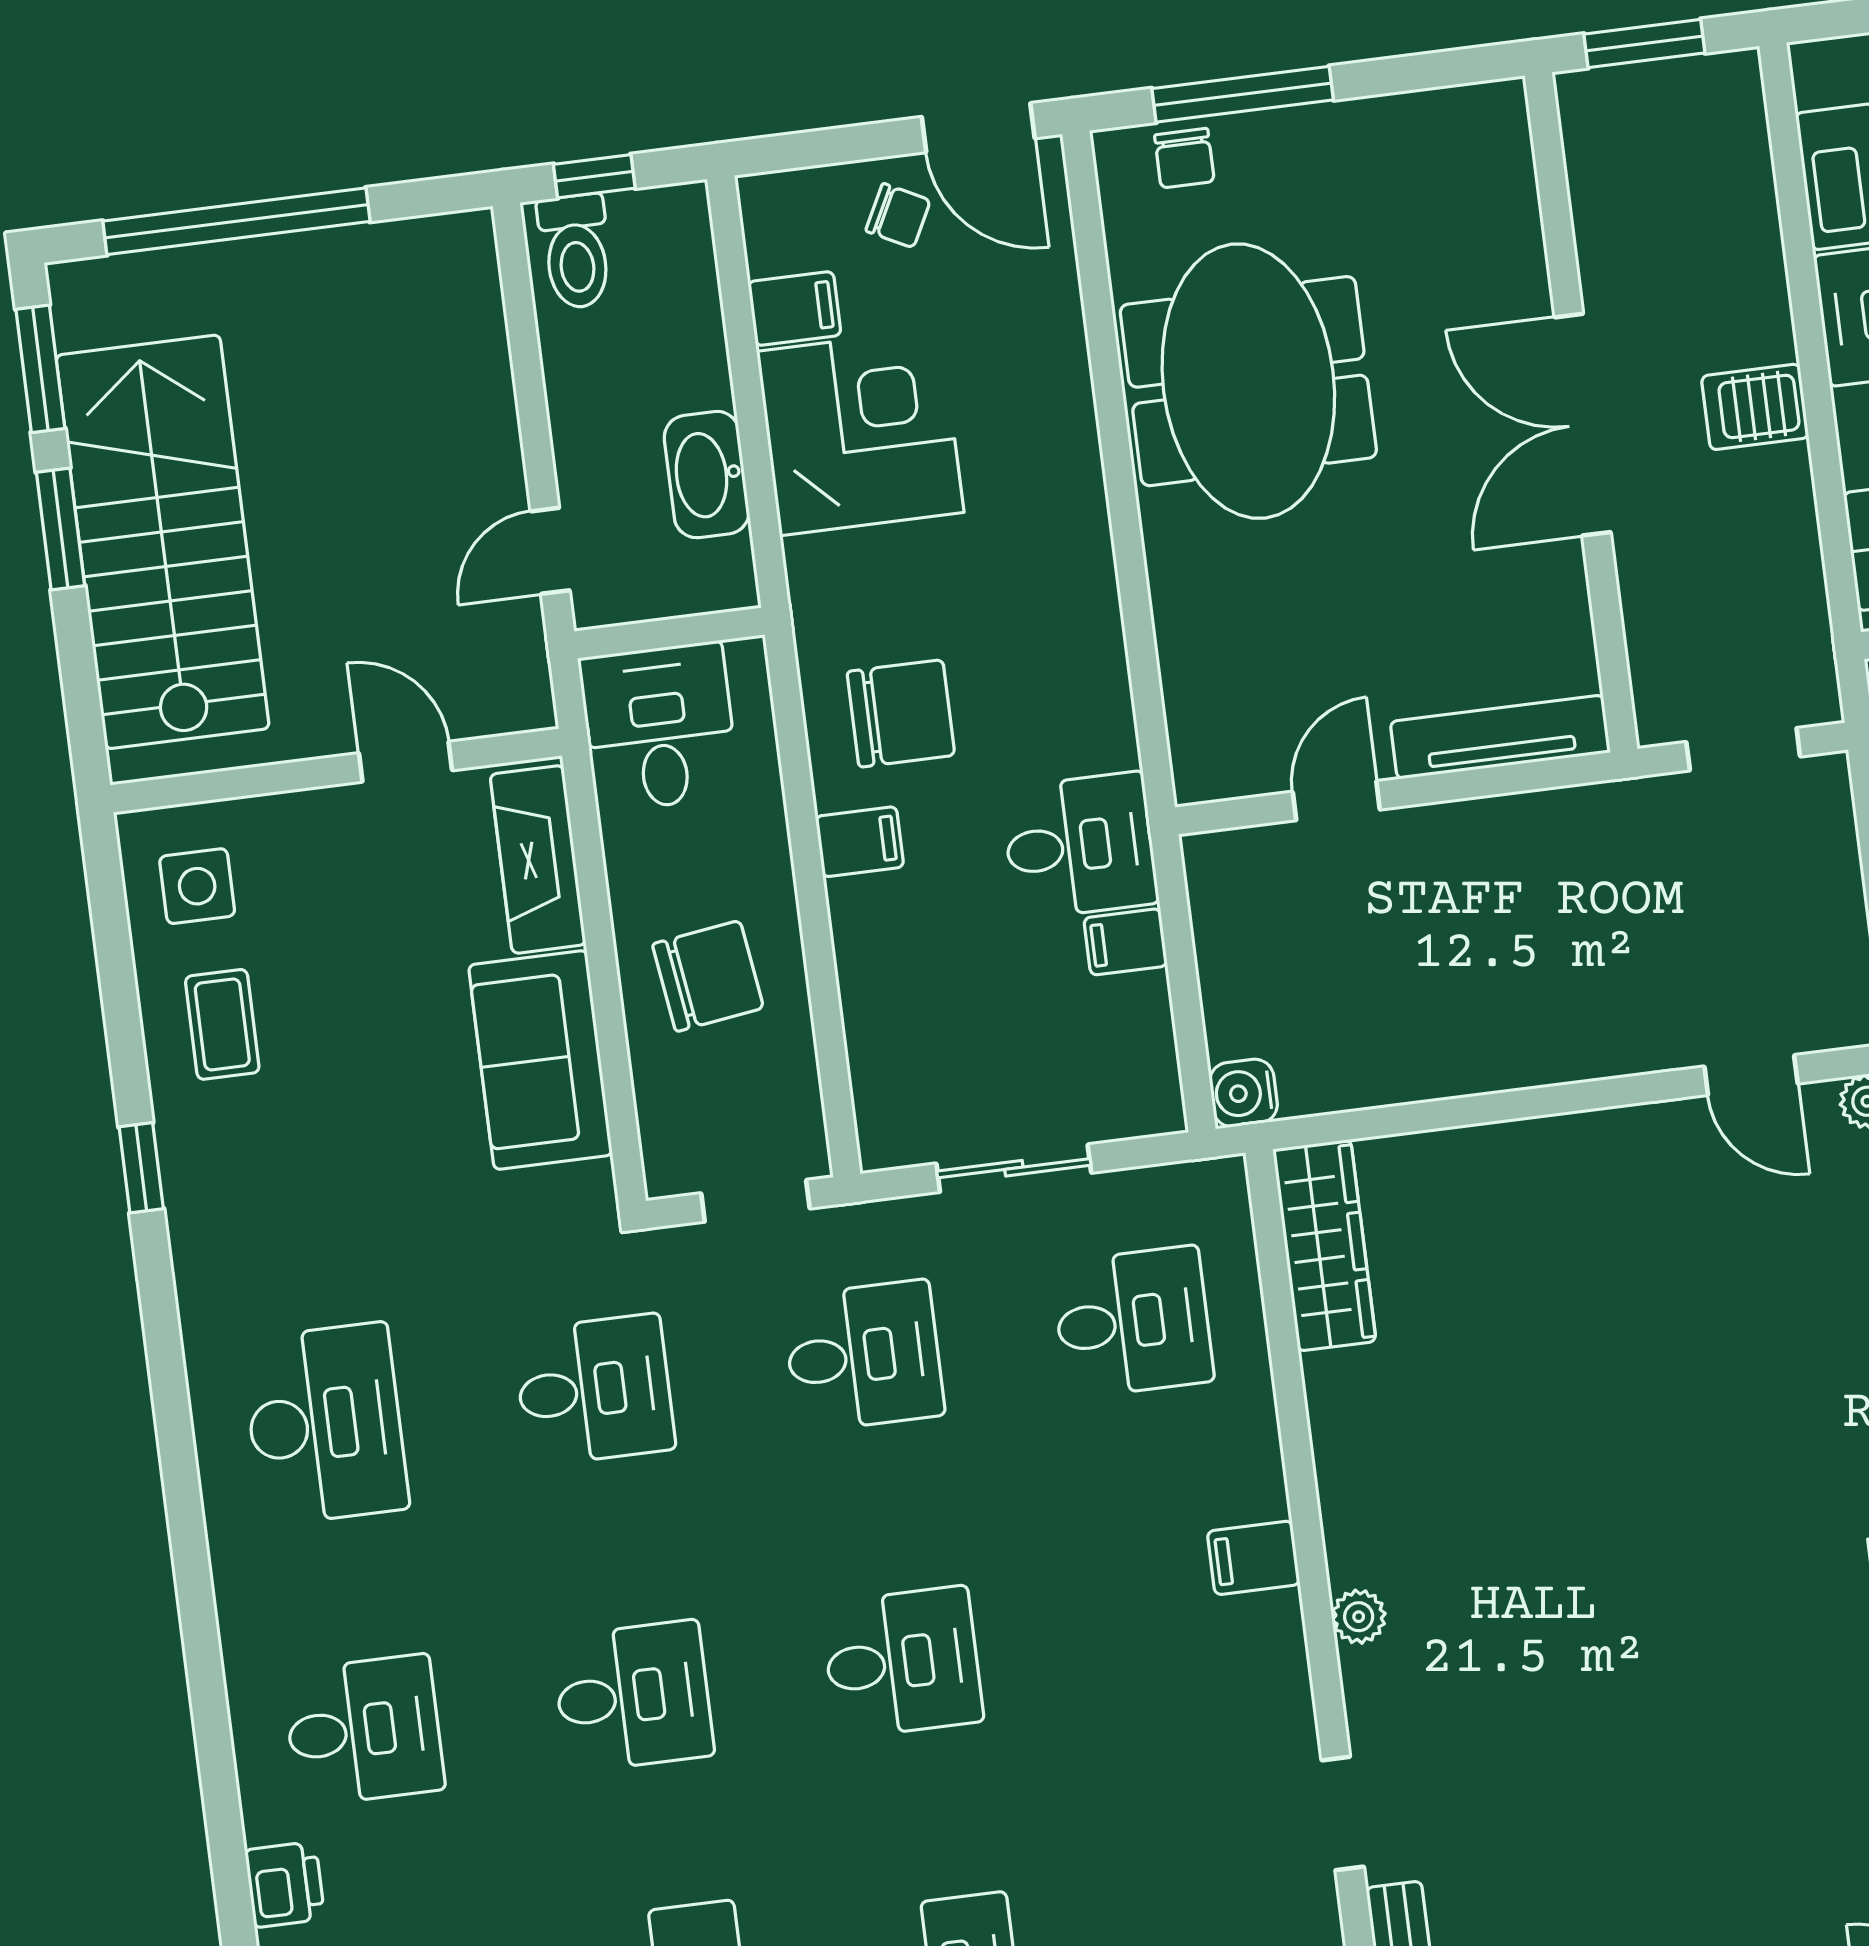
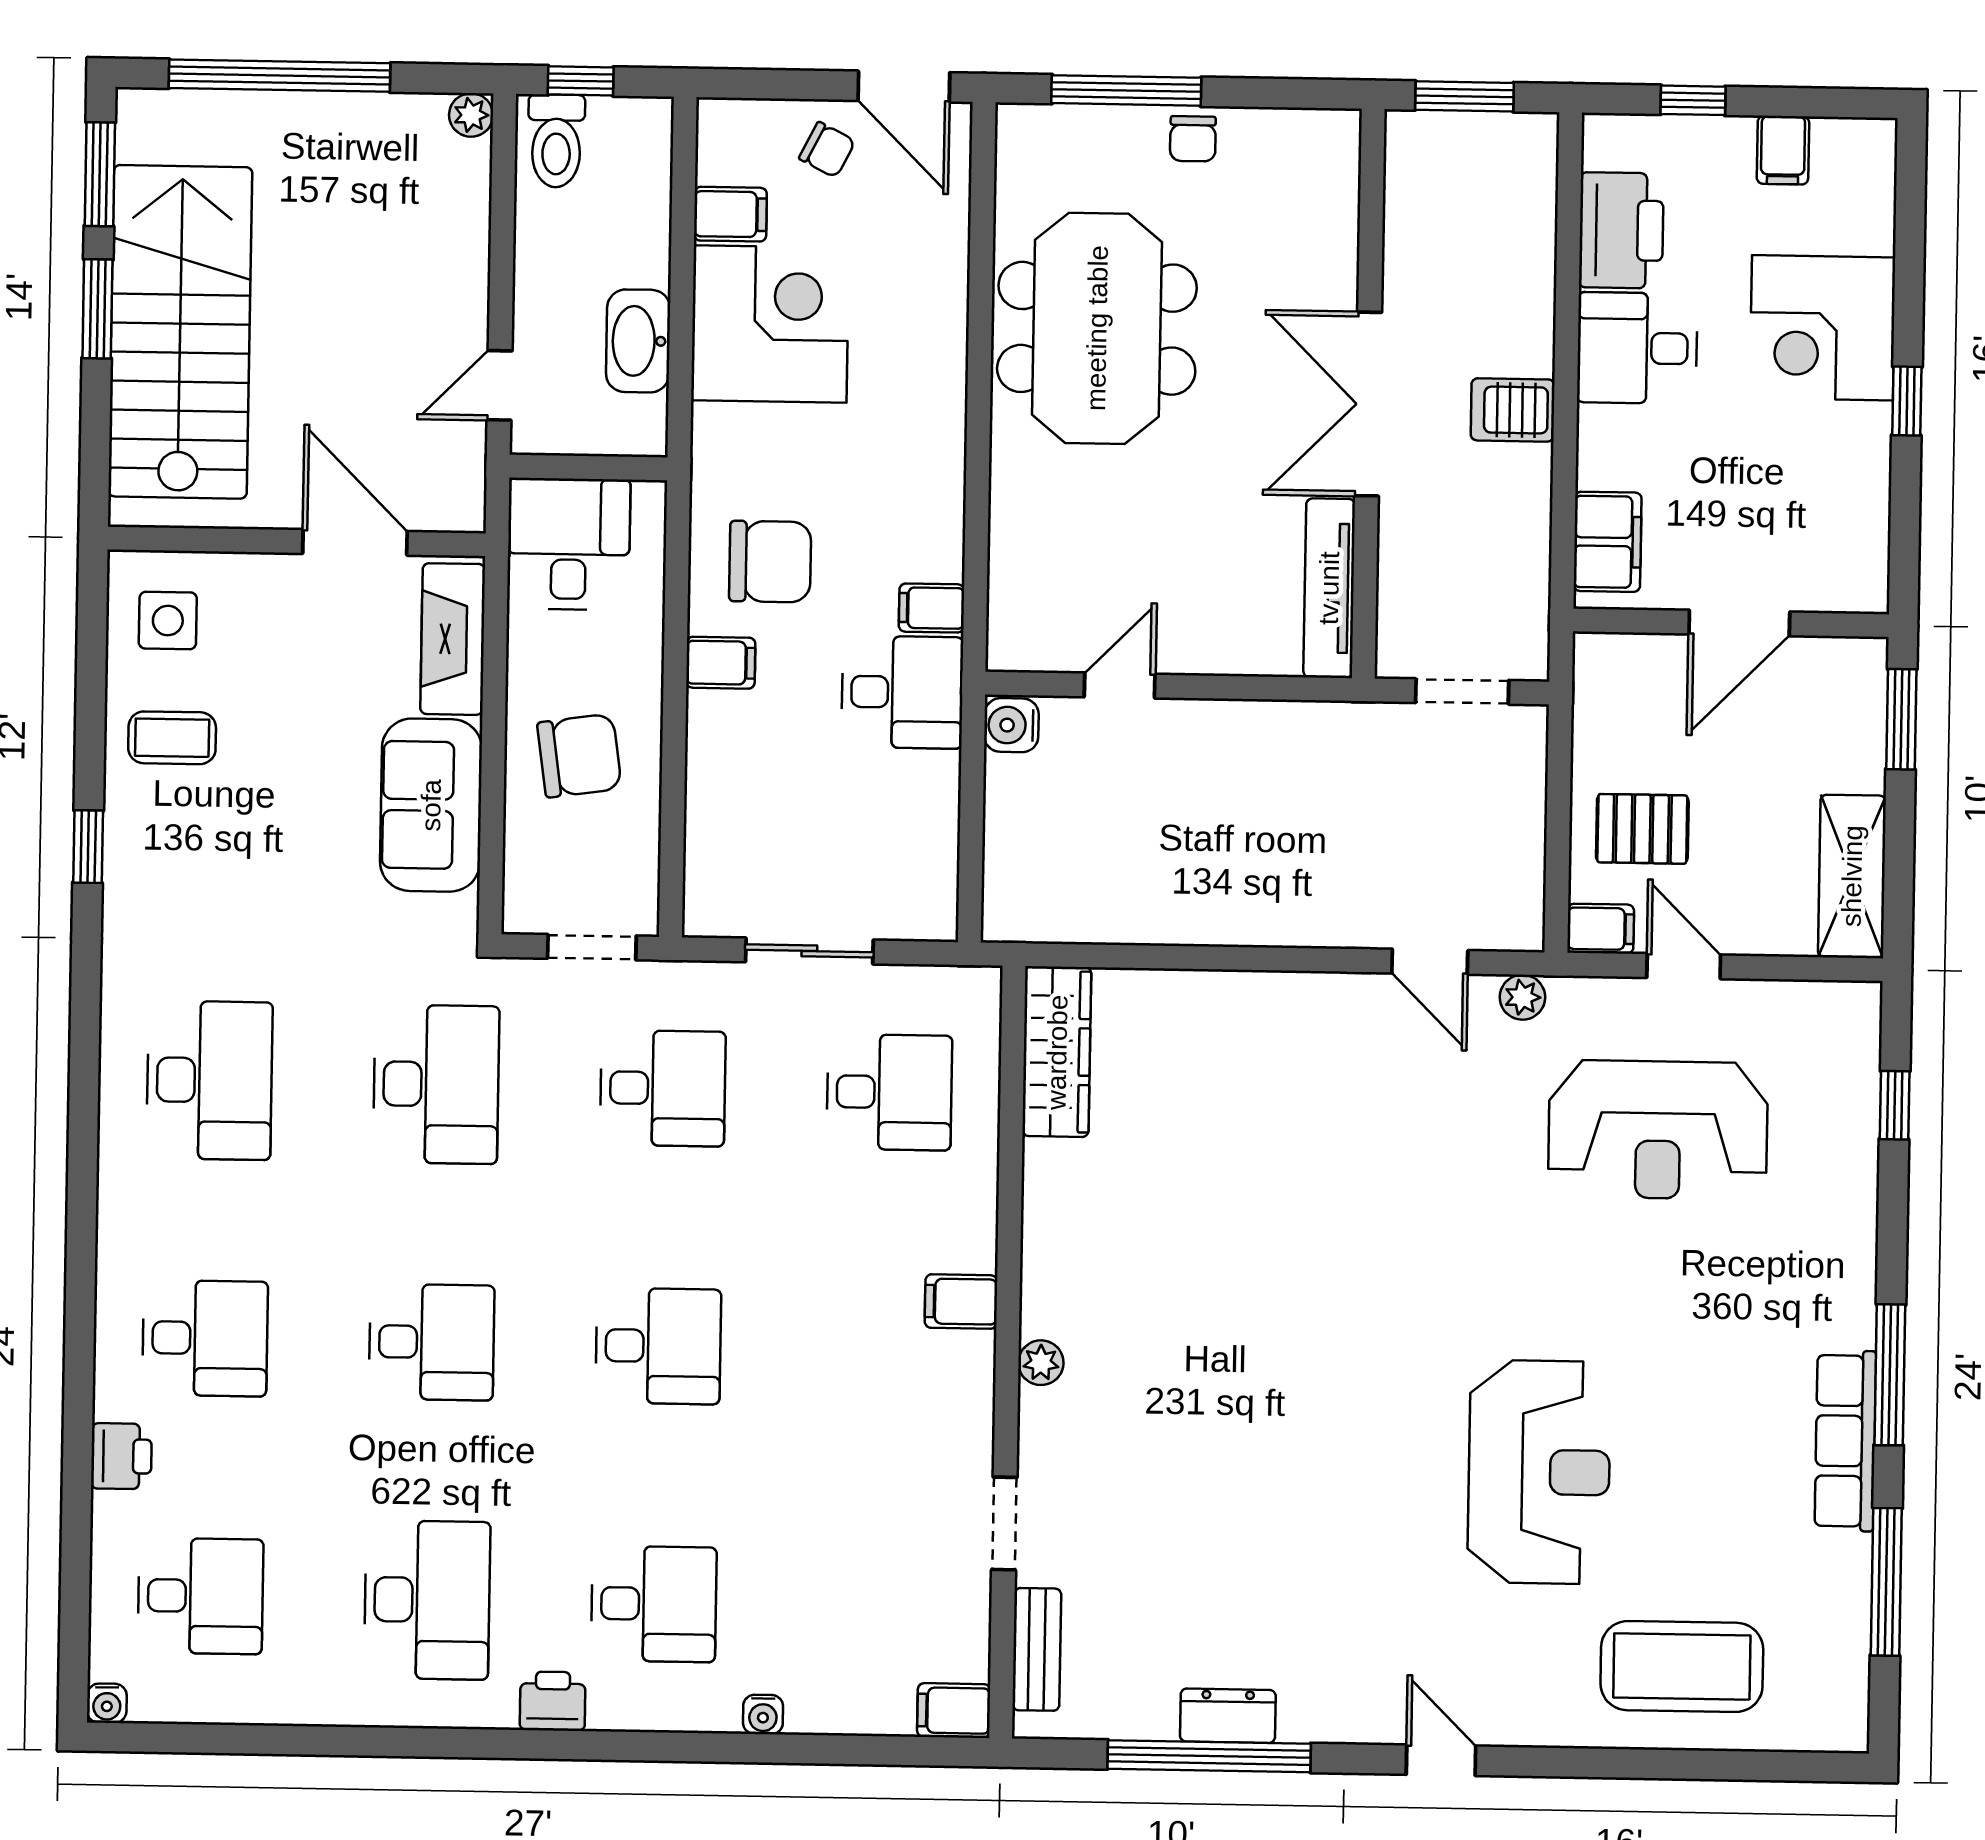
chair: (1184, 158) -> (1193, 139), moved
plant: (470, 235) -> (471, 115), added
tv unit: (1500, 737) -> (1329, 588), moved, turned -90
door: (406, 762) -> (355, 542), width x1.38
filing cabinet: (1126, 942) -> (932, 608), moved
coffee table: (222, 1024) -> (172, 738), turned 90
water cooler: (1243, 1093) -> (1011, 725), moved
desk: (594, 1390) -> (436, 1084), width x1.37

